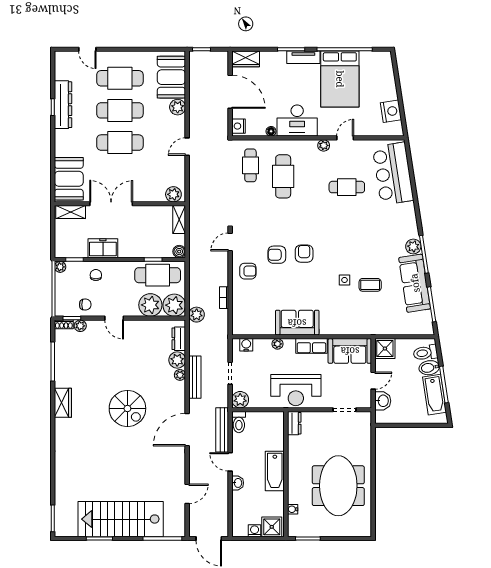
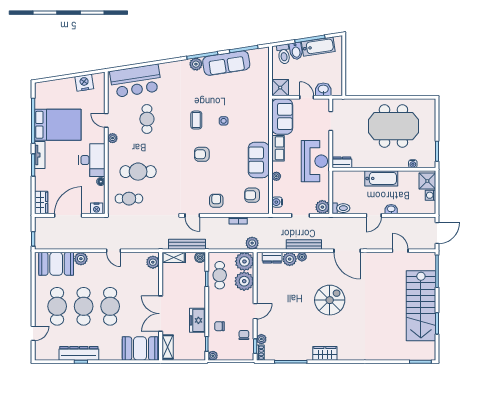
armchair: (277, 255) -> (252, 195), moved, turned 90
cafe table: (158, 275) -> (220, 275), width x0.73, depth x0.74
coffee table: (370, 285) -> (196, 120), moved
bench: (222, 430) -> (187, 244), moved

